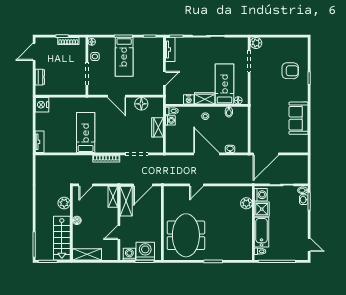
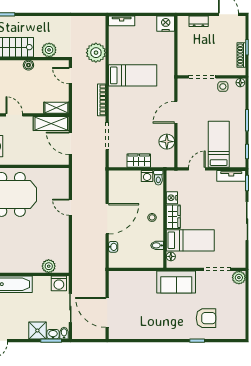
bed: (124, 57) -> (219, 144), moved, turned 90
armchair: (290, 71) -> (206, 318), turned -91
door: (164, 78) -> (197, 169), swing flipped
sofa: (298, 118) -> (176, 282), moved, turned 180
door: (266, 154) -> (107, 312), moved
plant: (66, 163) -> (96, 53), added
shower: (262, 209) -> (37, 330), moved

